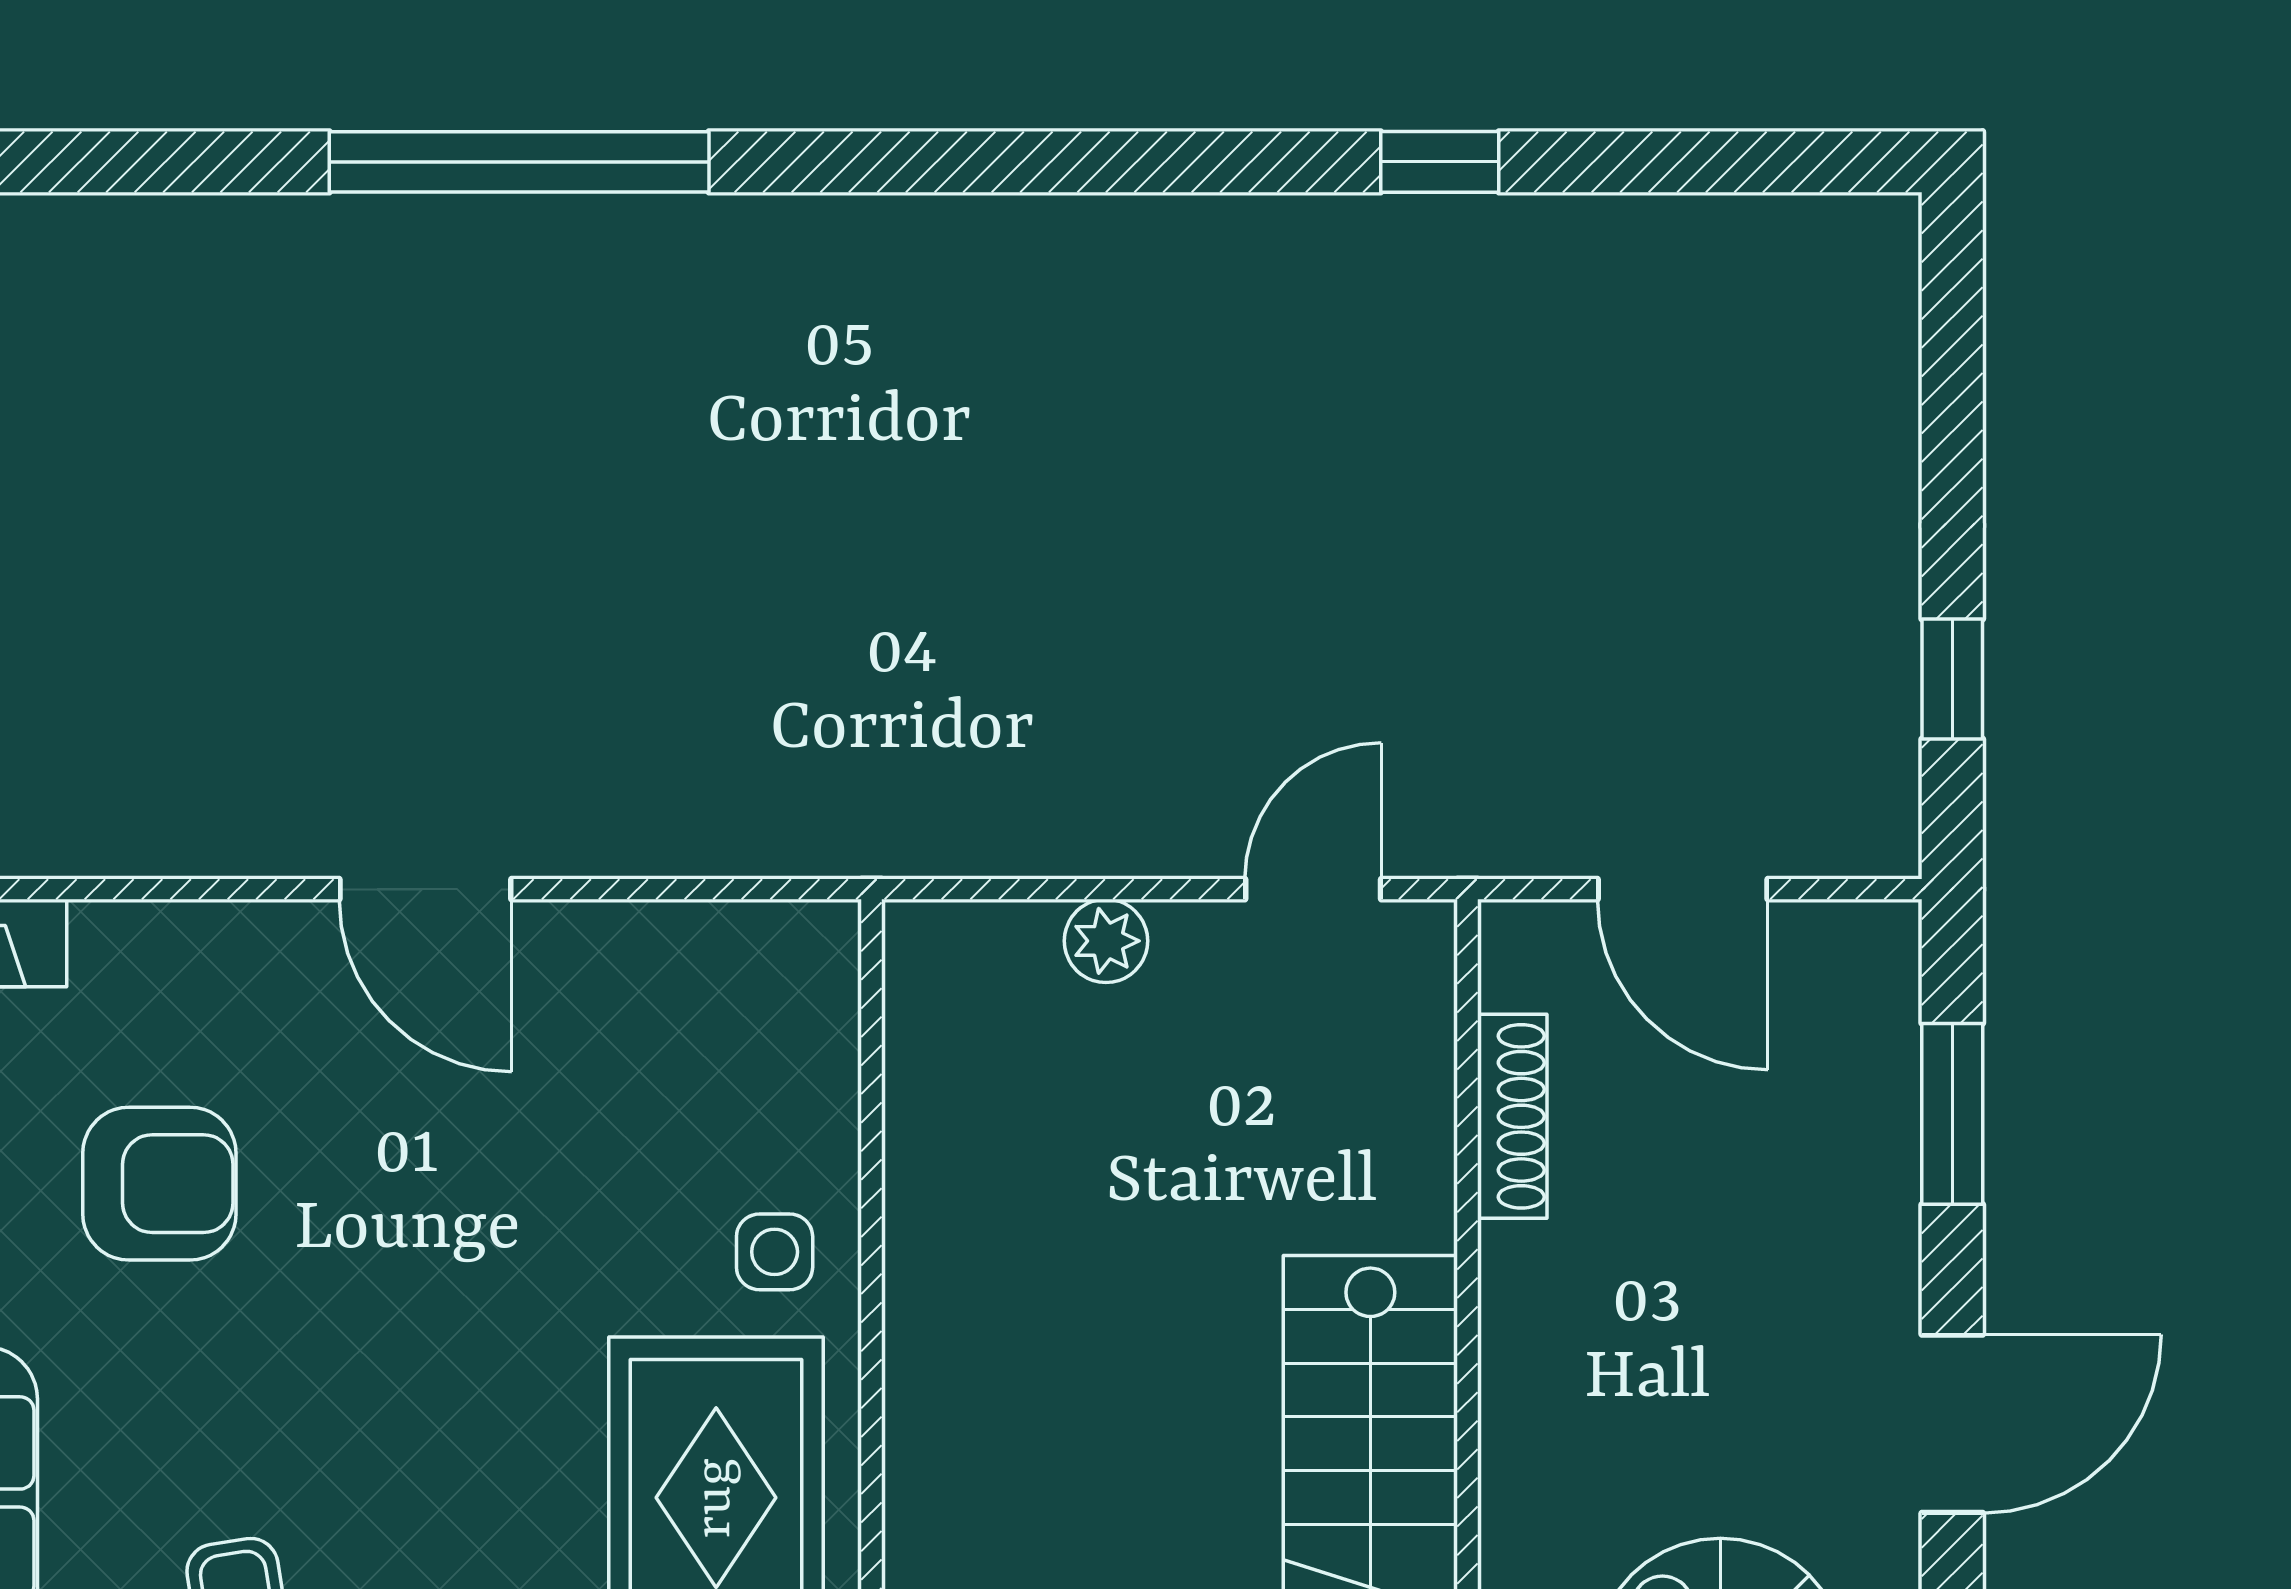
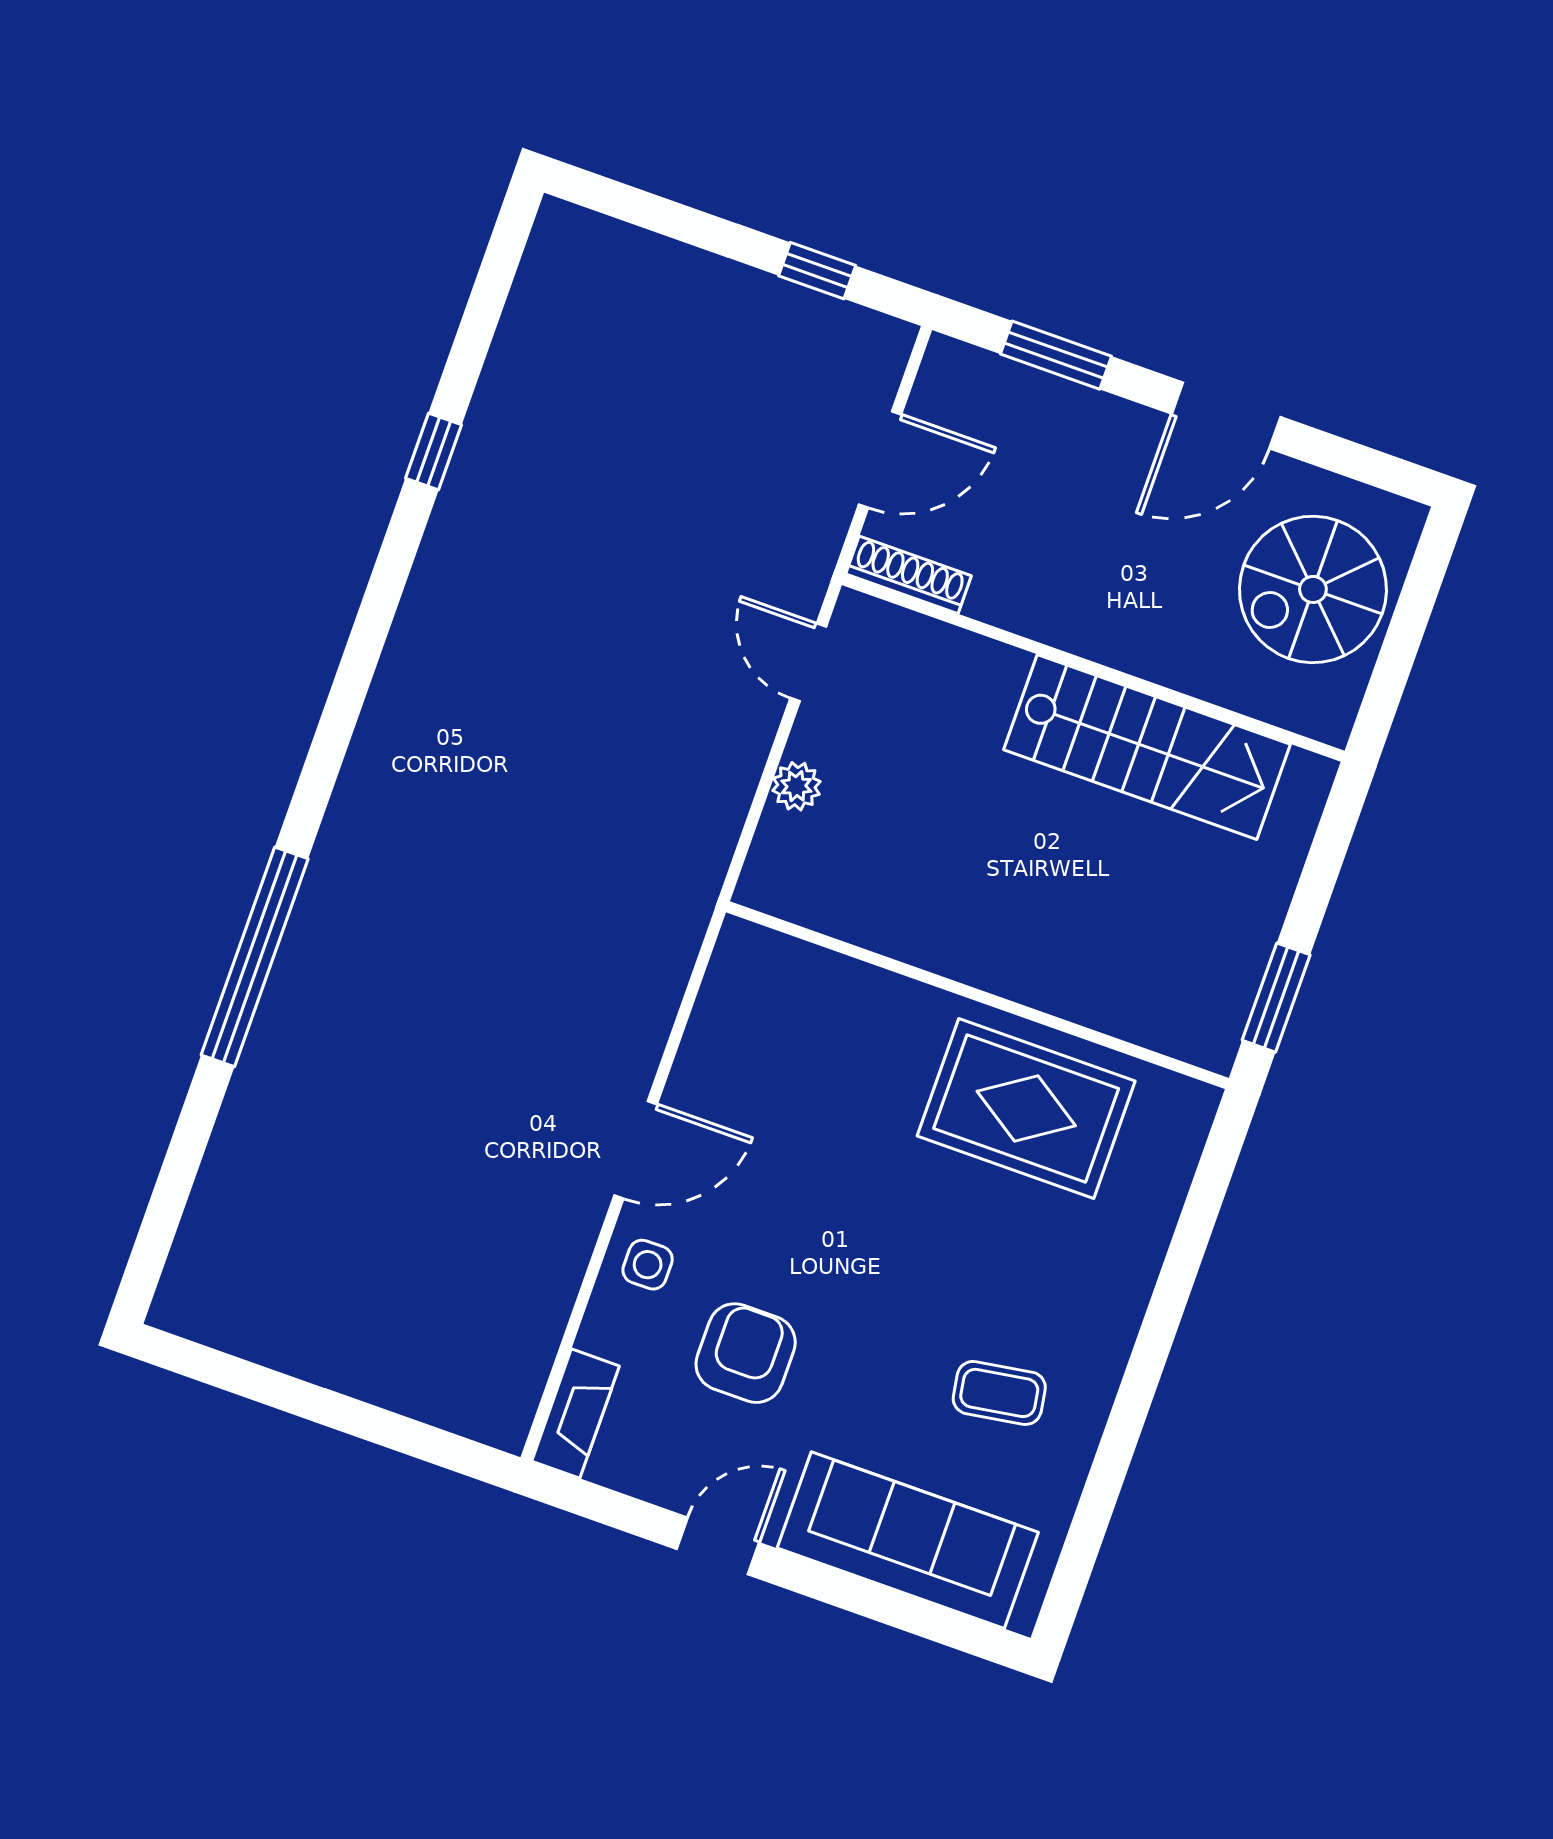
shoe rack: (1512, 1116) -> (909, 575), moved
side table: (775, 1252) -> (648, 1265), moved
door: (1952, 1424) -> (1226, 415), swing flipped

